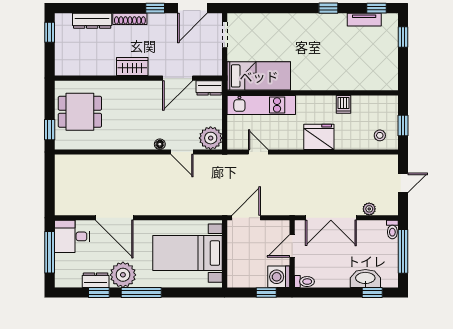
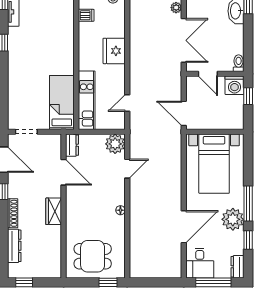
dishwasher: (343, 104) -> (86, 15), moved
dining table: (80, 112) -> (93, 256), turned 90
floor lamp: (160, 144) -> (120, 210), moved
dresser: (96, 280) -> (237, 267), moved

